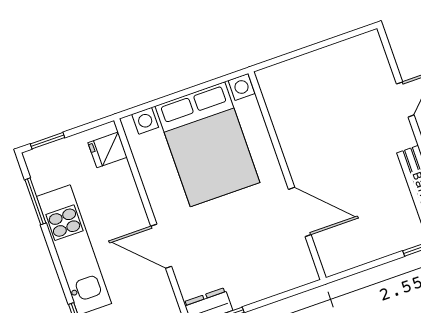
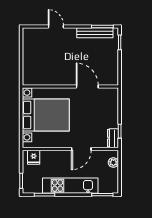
door: (300, 212) -> (87, 87), hinge flipped

